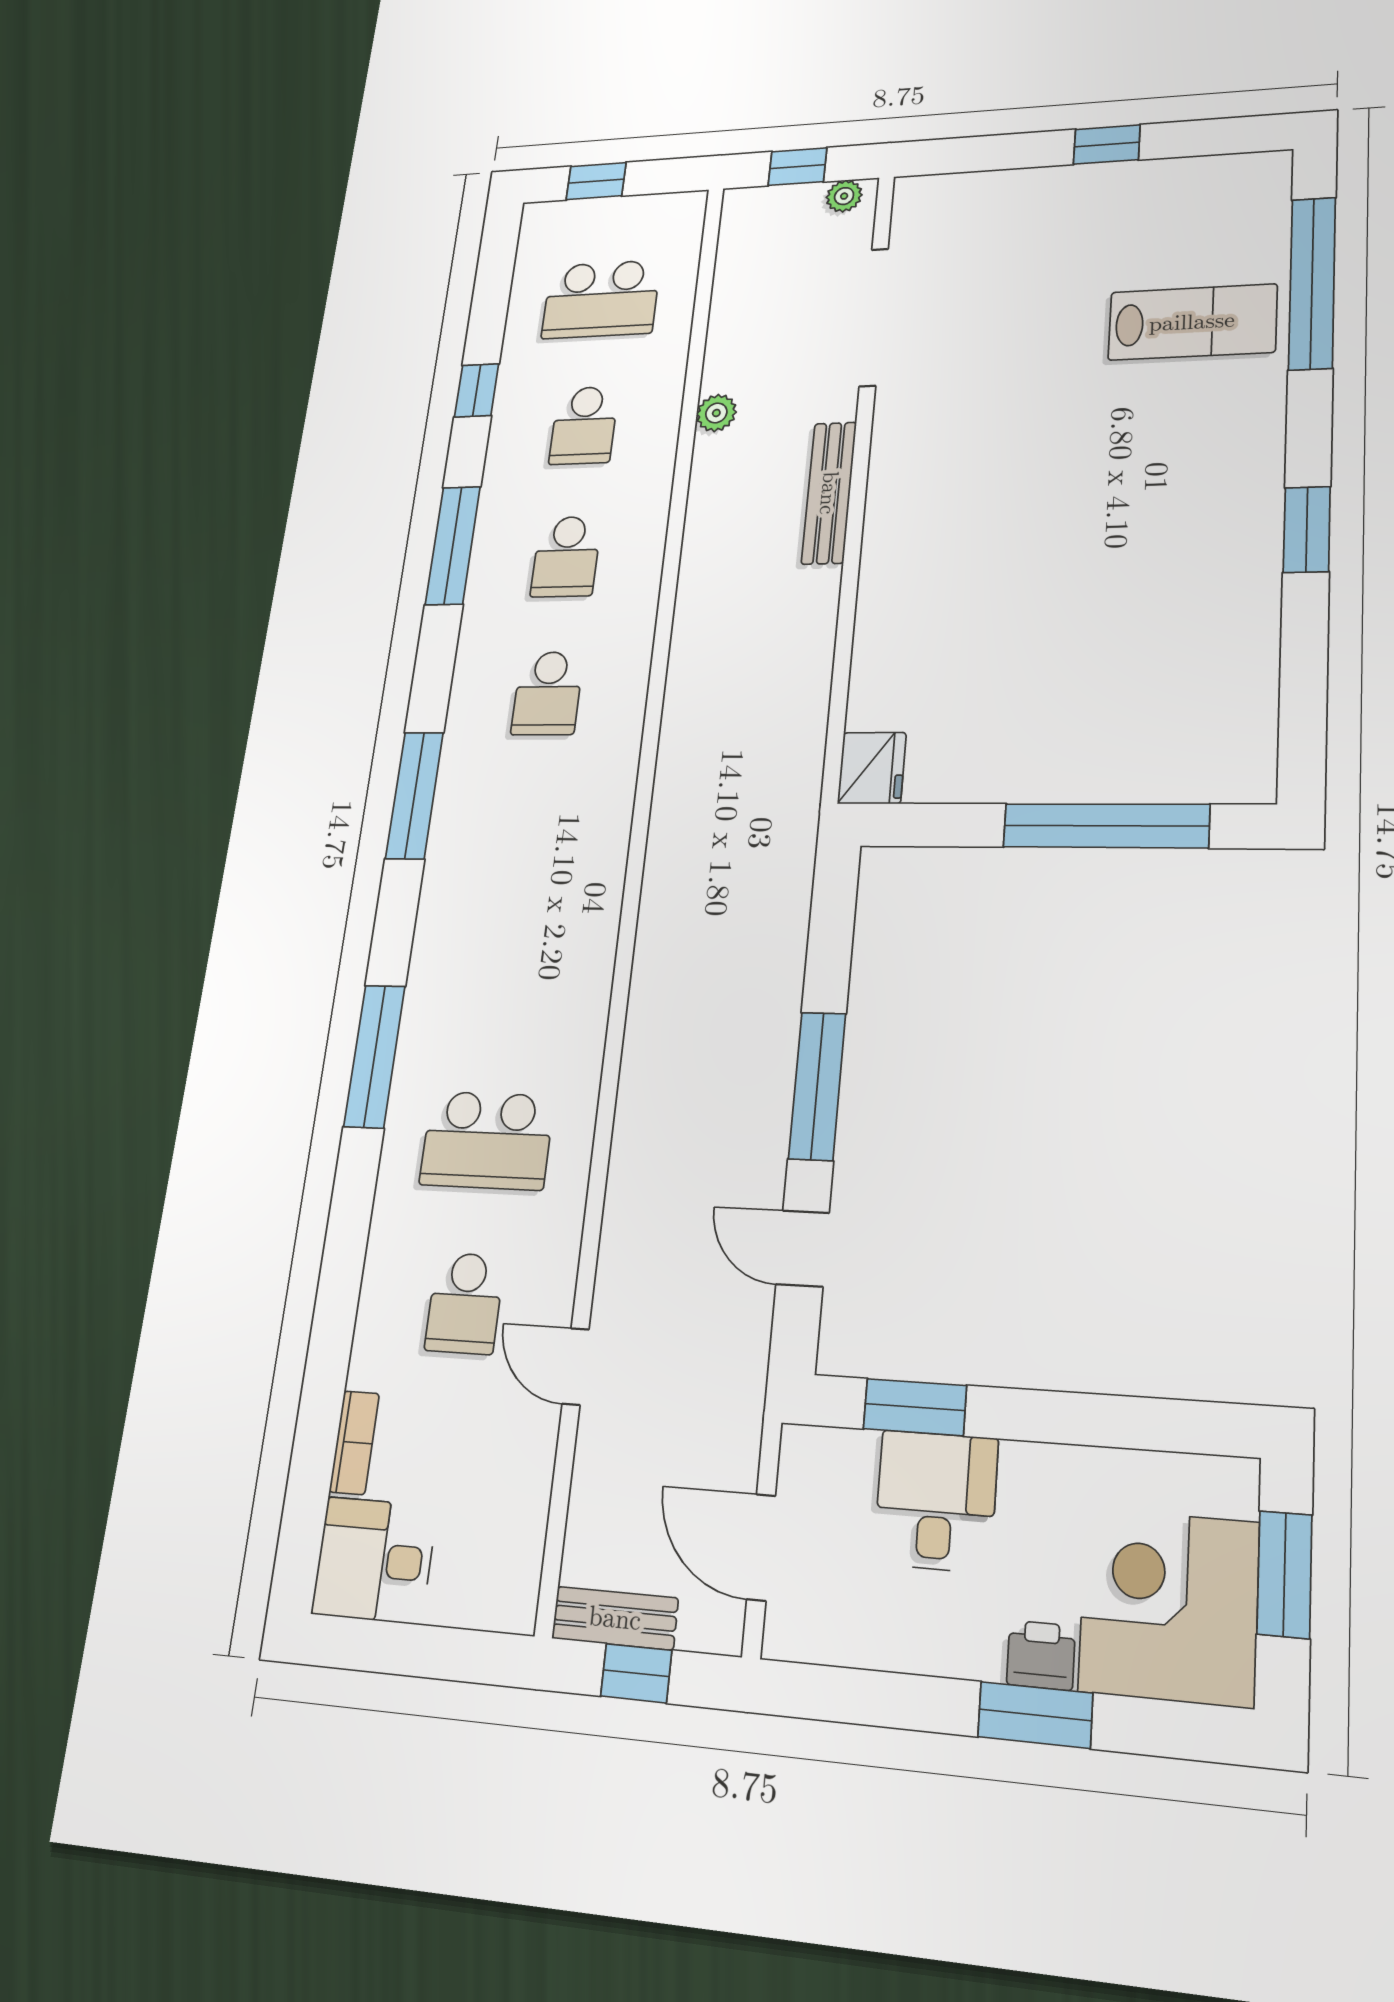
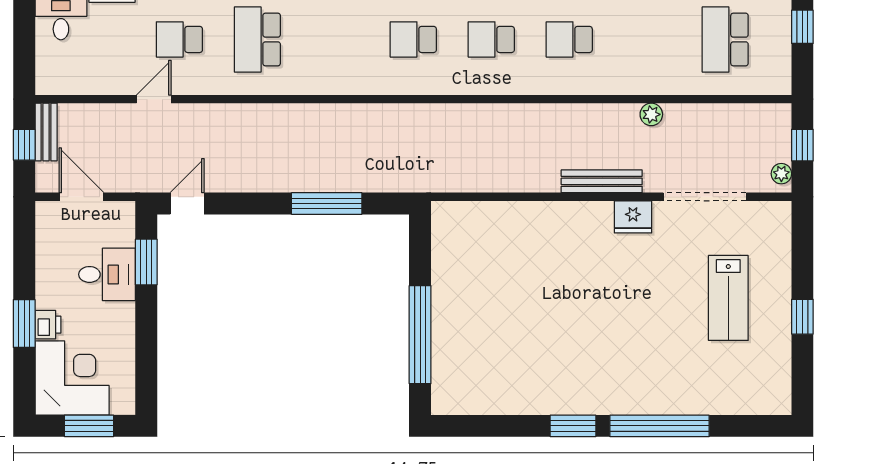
window: (1312, 283) -> (659, 426), moved
lab bench: (1192, 322) -> (728, 298), moved
school desk: (584, 425) -> (413, 39), moved
fridge: (872, 768) -> (633, 217), moved
window: (817, 1086) -> (327, 204), moved
door: (803, 1248) -> (187, 204), moved
door: (761, 1547) -> (81, 197), hinge flipped

